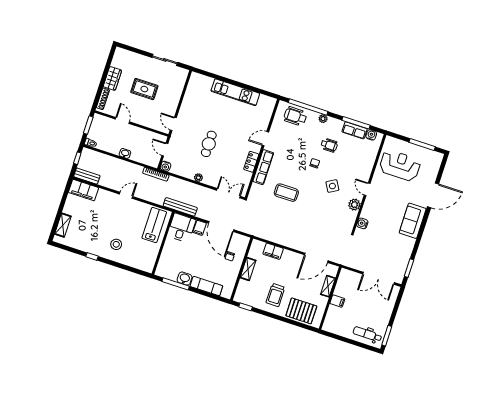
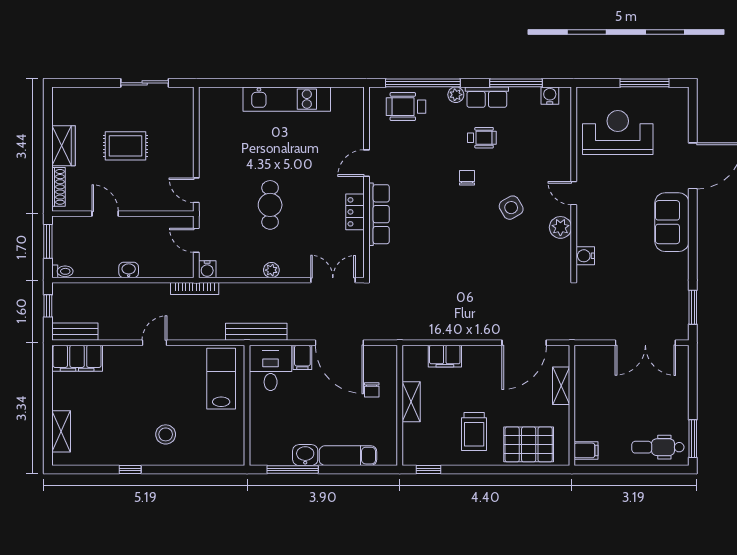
row of seats: (355, 130) -> (487, 97), moved
coffee table: (286, 193) -> (434, 246), removed
filing cabinet: (337, 301) -> (586, 450), moved

